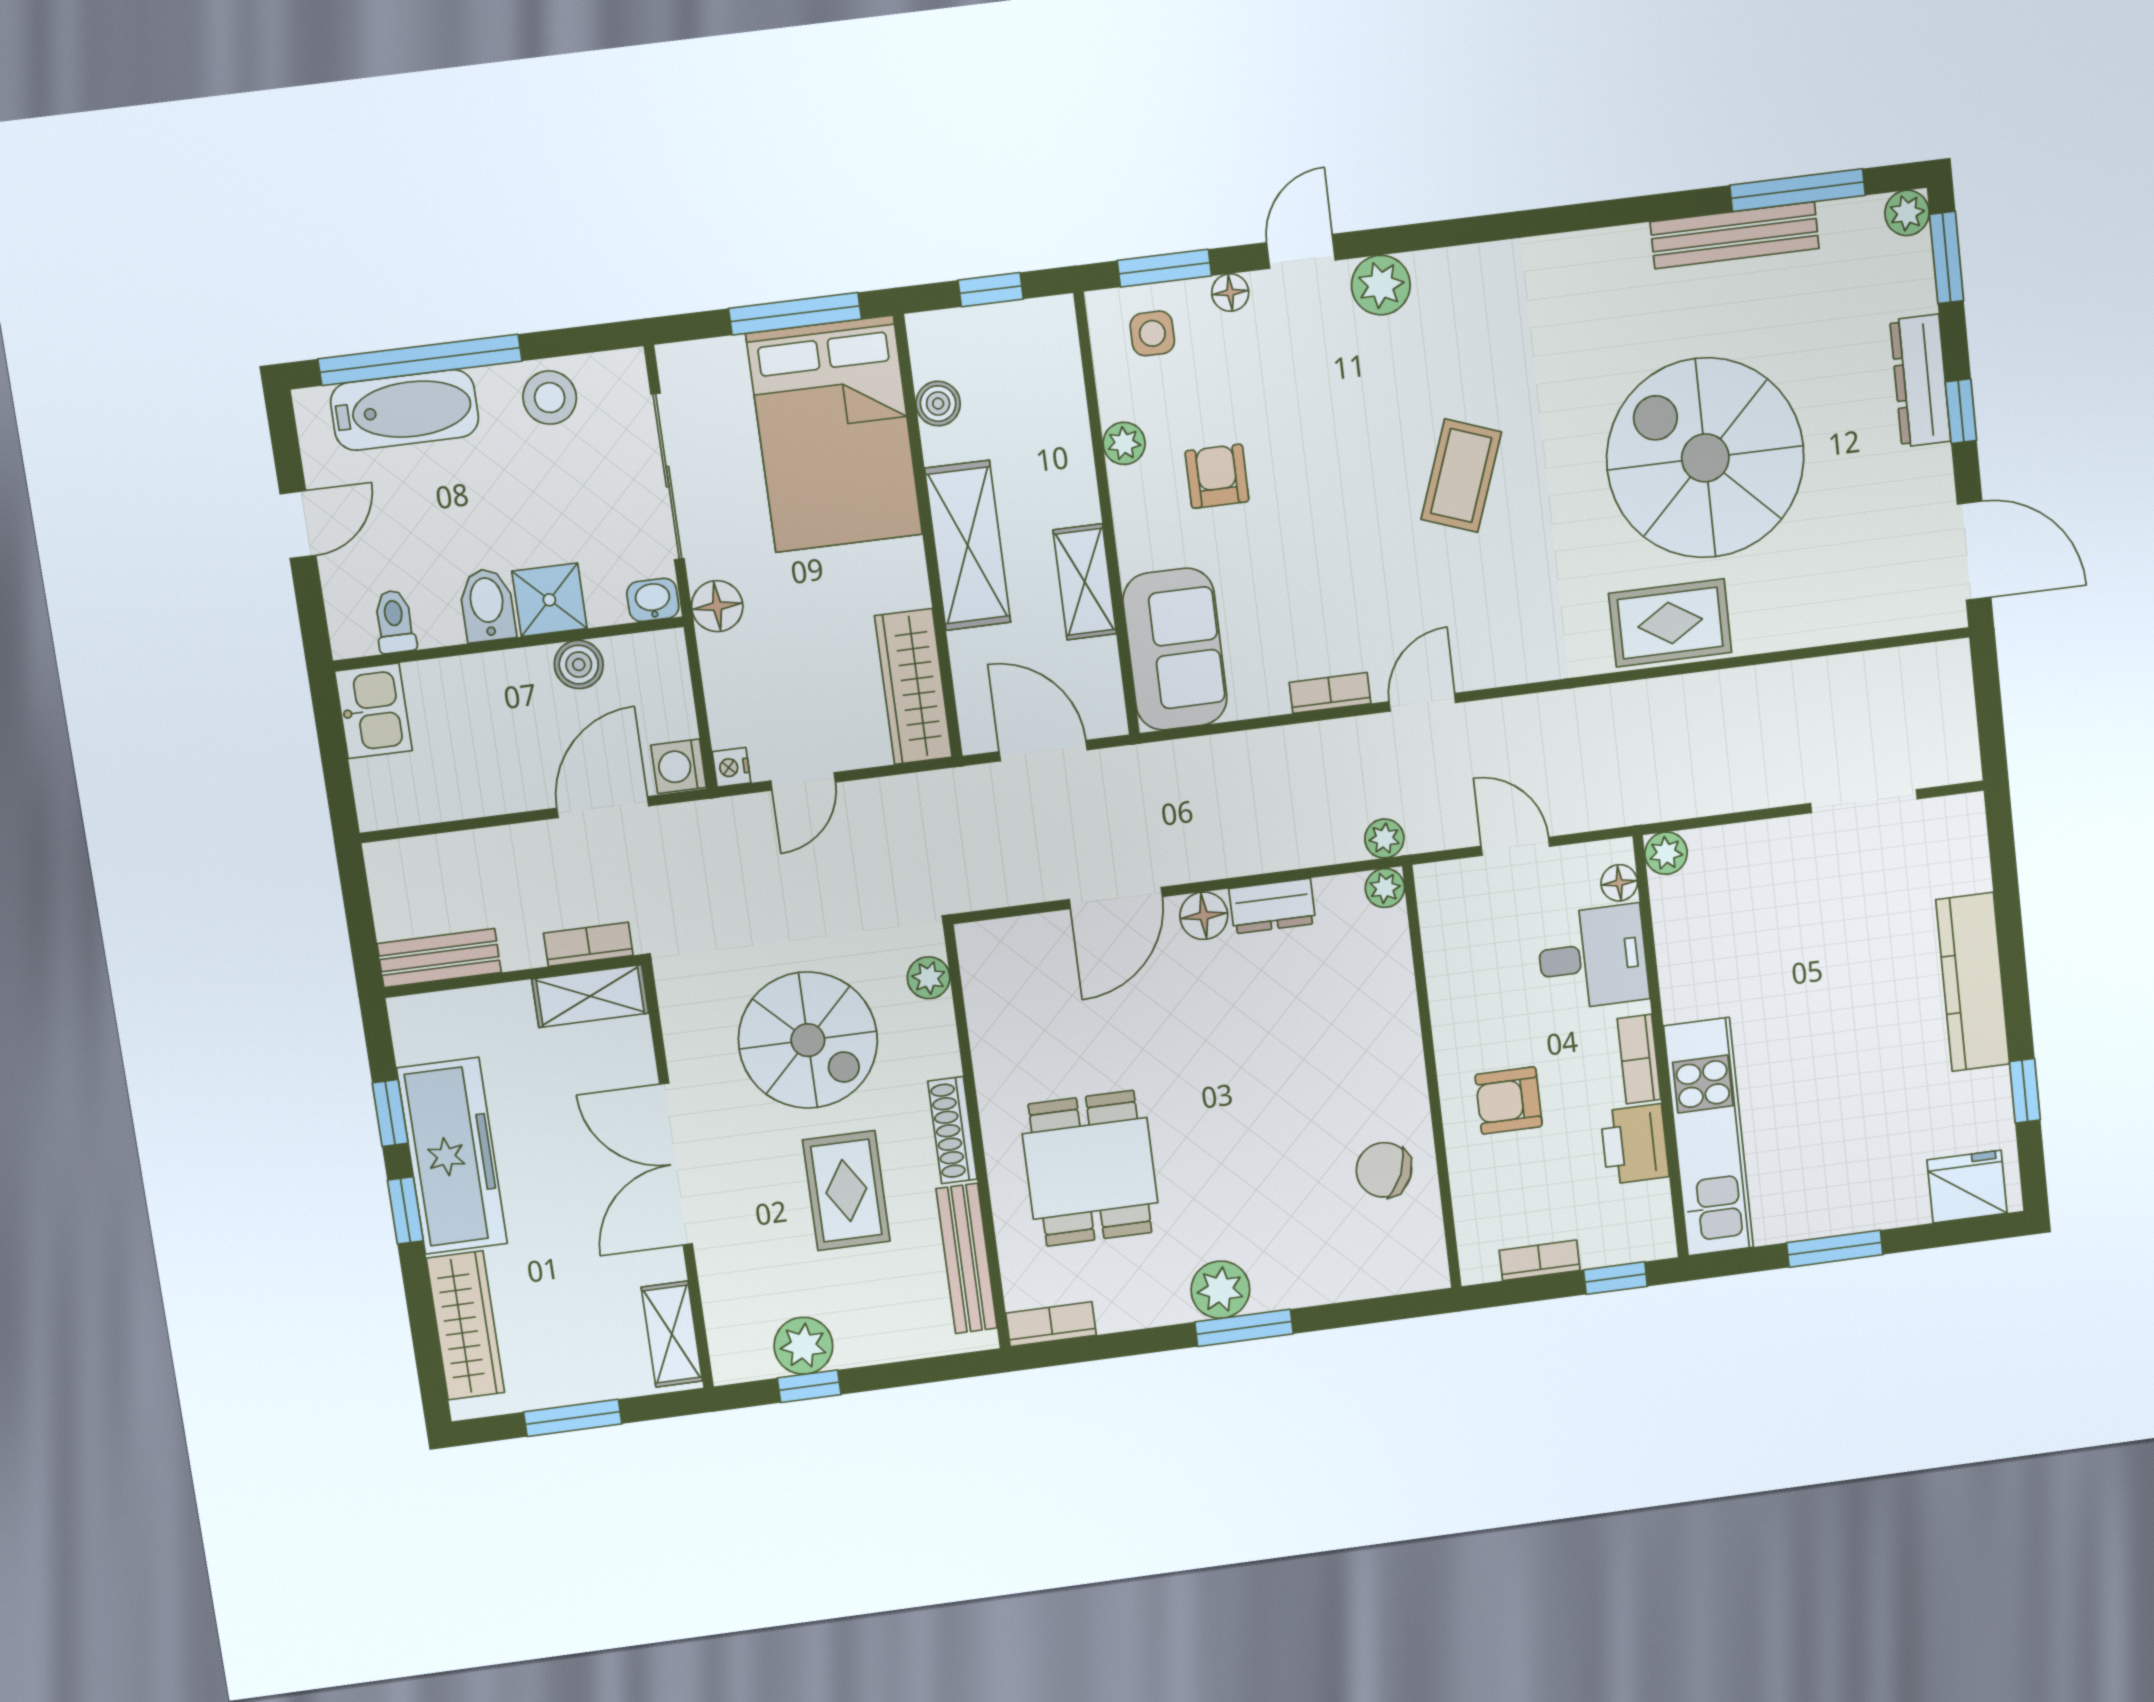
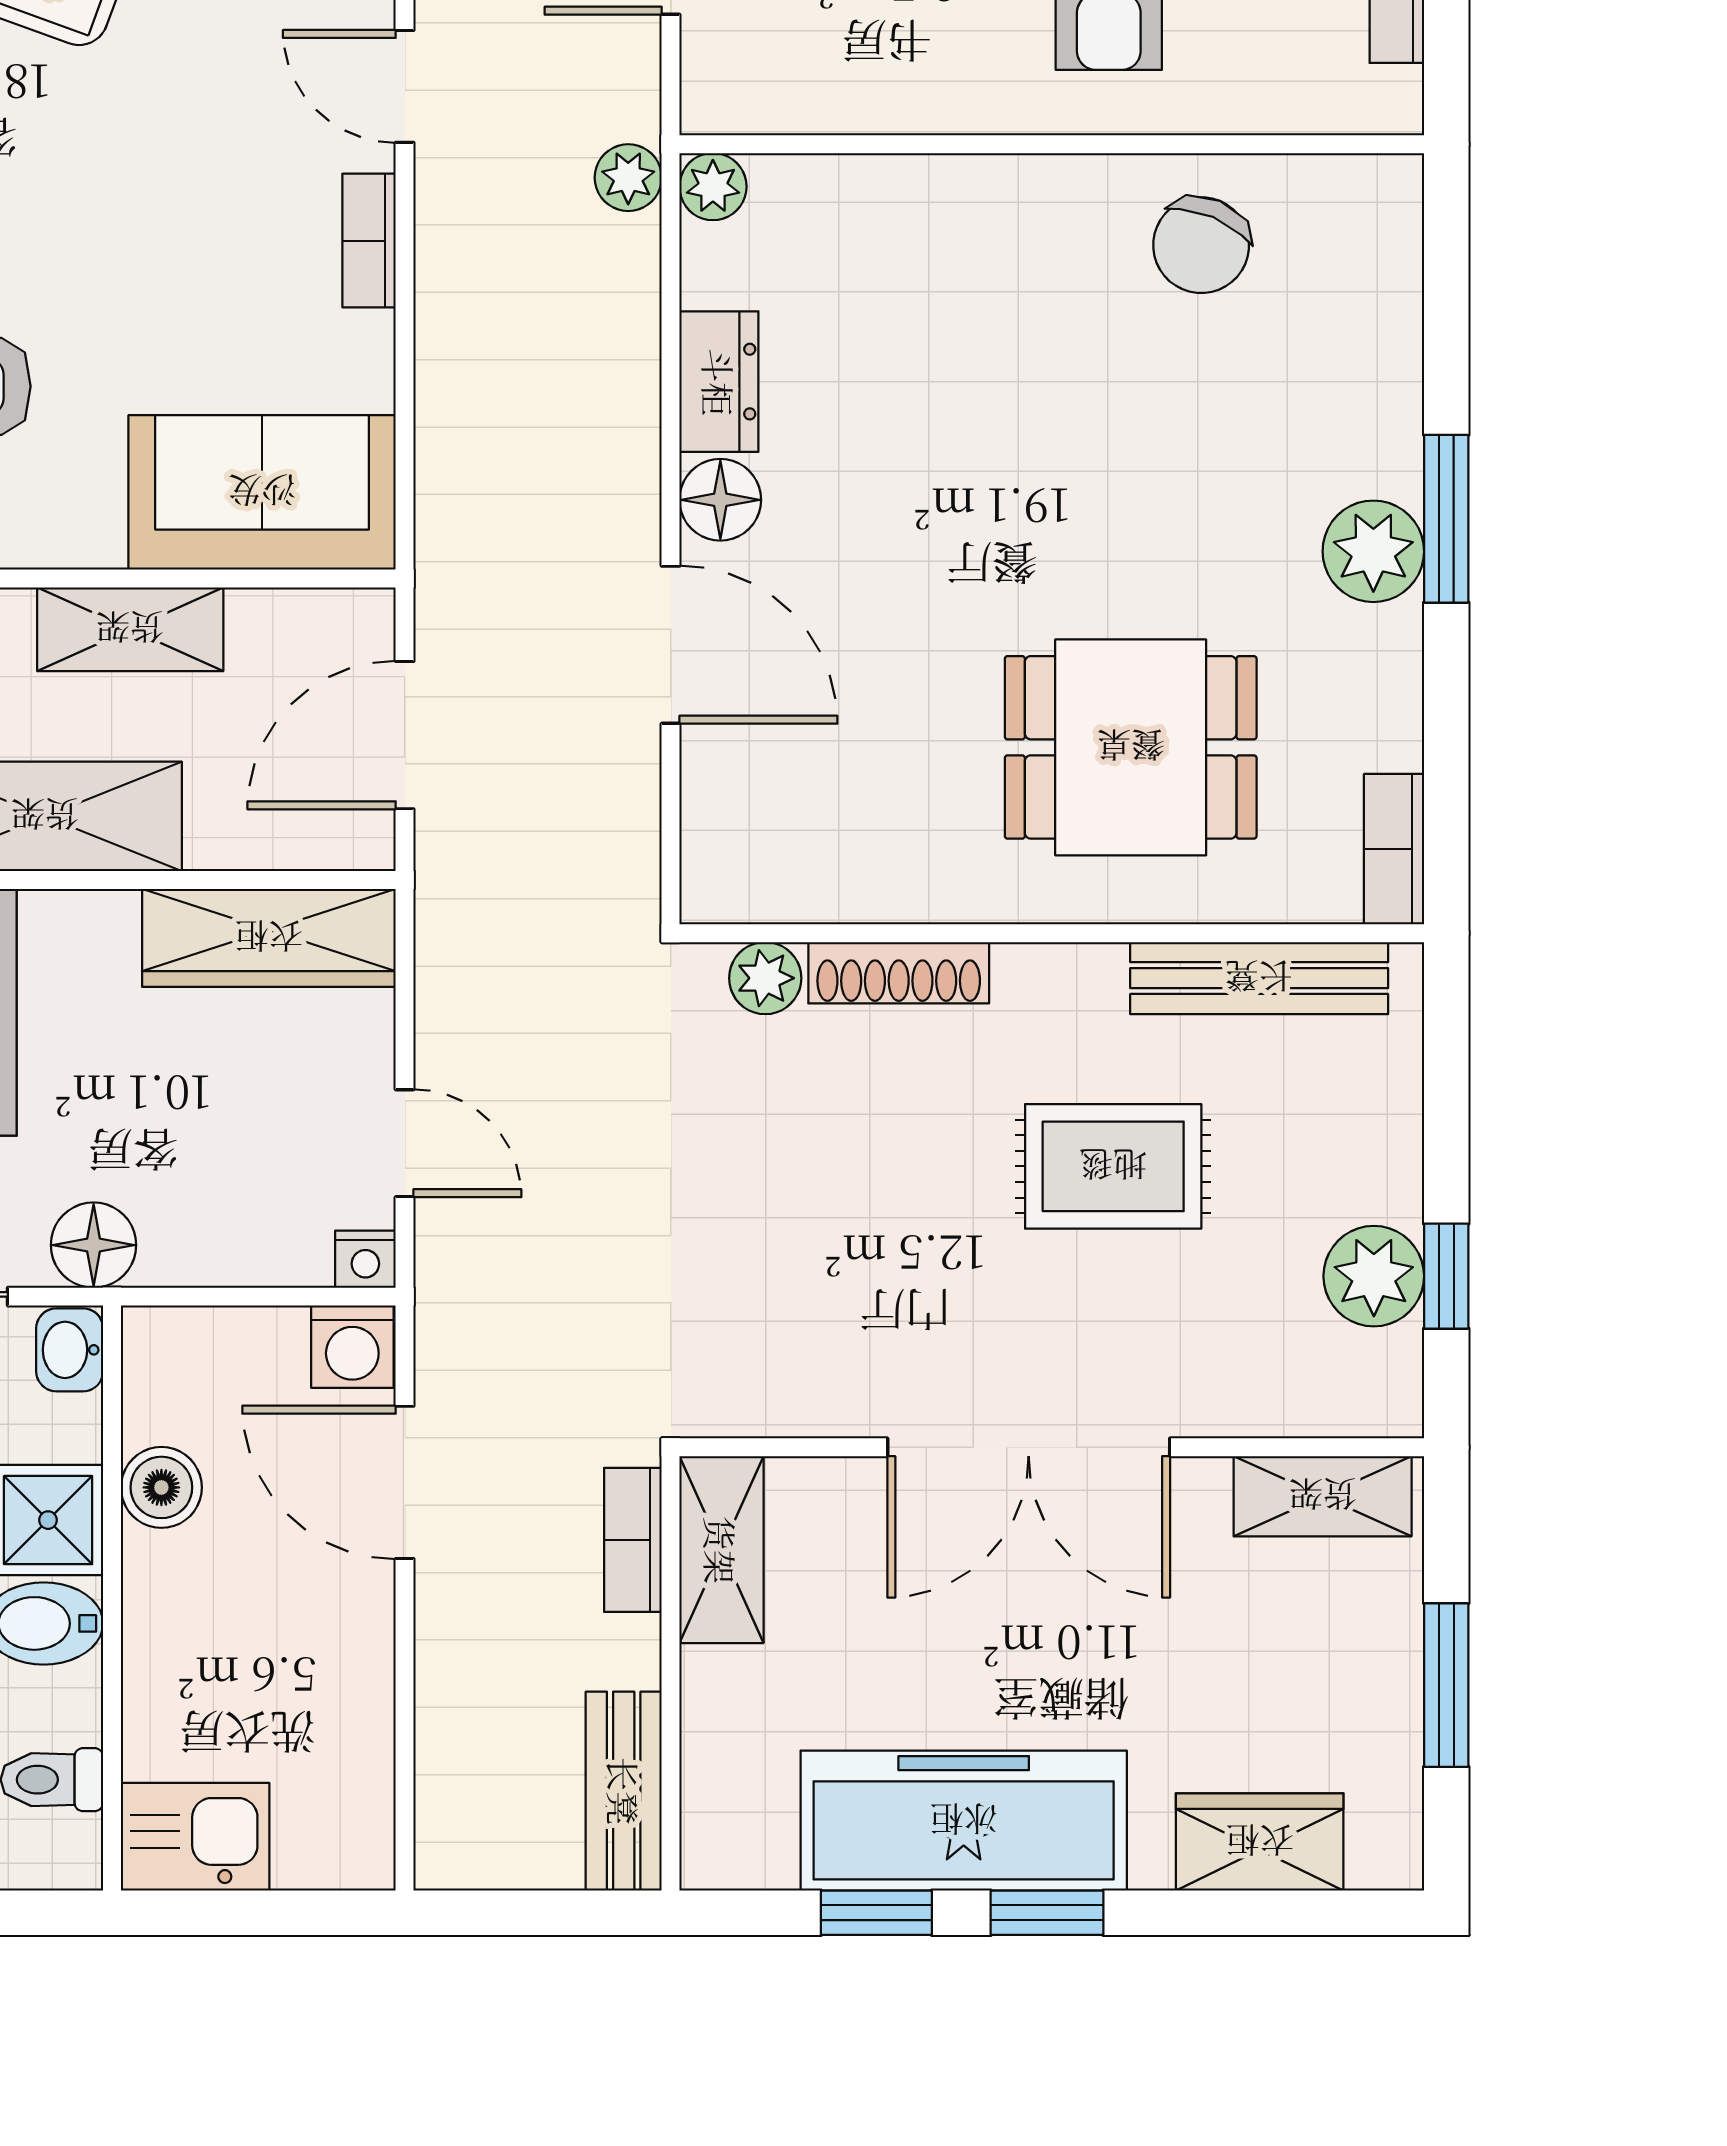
spiral stairs: (808, 1040) -> (845, 1196), removed
shoe rack: (952, 1130) -> (899, 973), moved
wardrobe: (465, 1325) -> (1260, 1842), width x0.67

